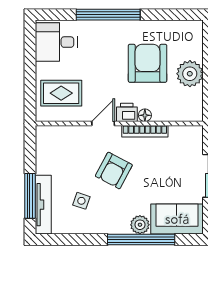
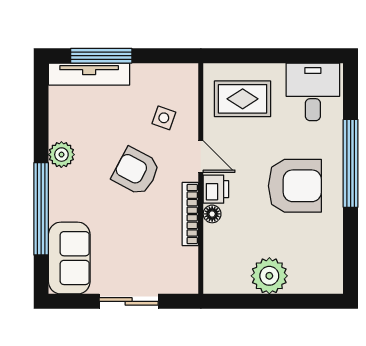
armchair: (148, 63) -> (295, 186), moved
rug: (61, 93) -> (243, 99), turned 90
side table: (81, 201) -> (164, 118), moved
plant: (140, 225) -> (61, 155), moved

